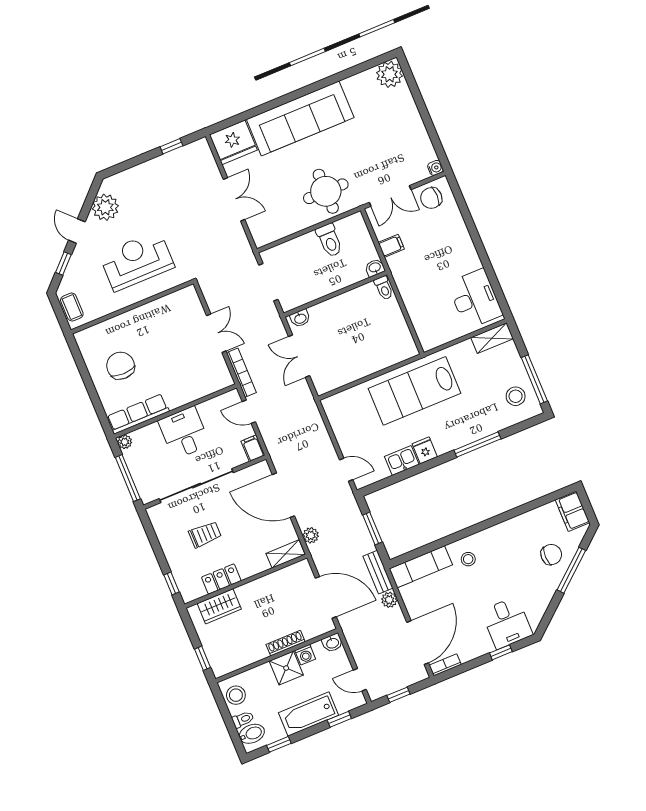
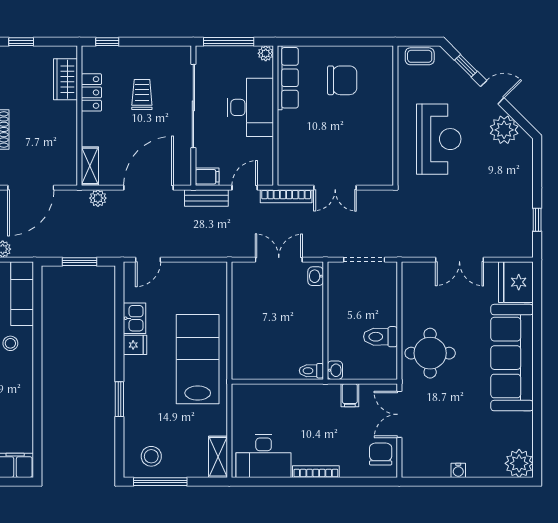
water cooler: (435, 168) -> (458, 470), moved
bookcase: (470, 248) -> (316, 472), added
desk: (184, 433) -> (250, 107), width x1.37
window: (477, 444) -> (119, 399), width x0.69
trolley: (205, 534) -> (142, 94), turned 180
bench: (378, 572) -> (206, 198), moved

